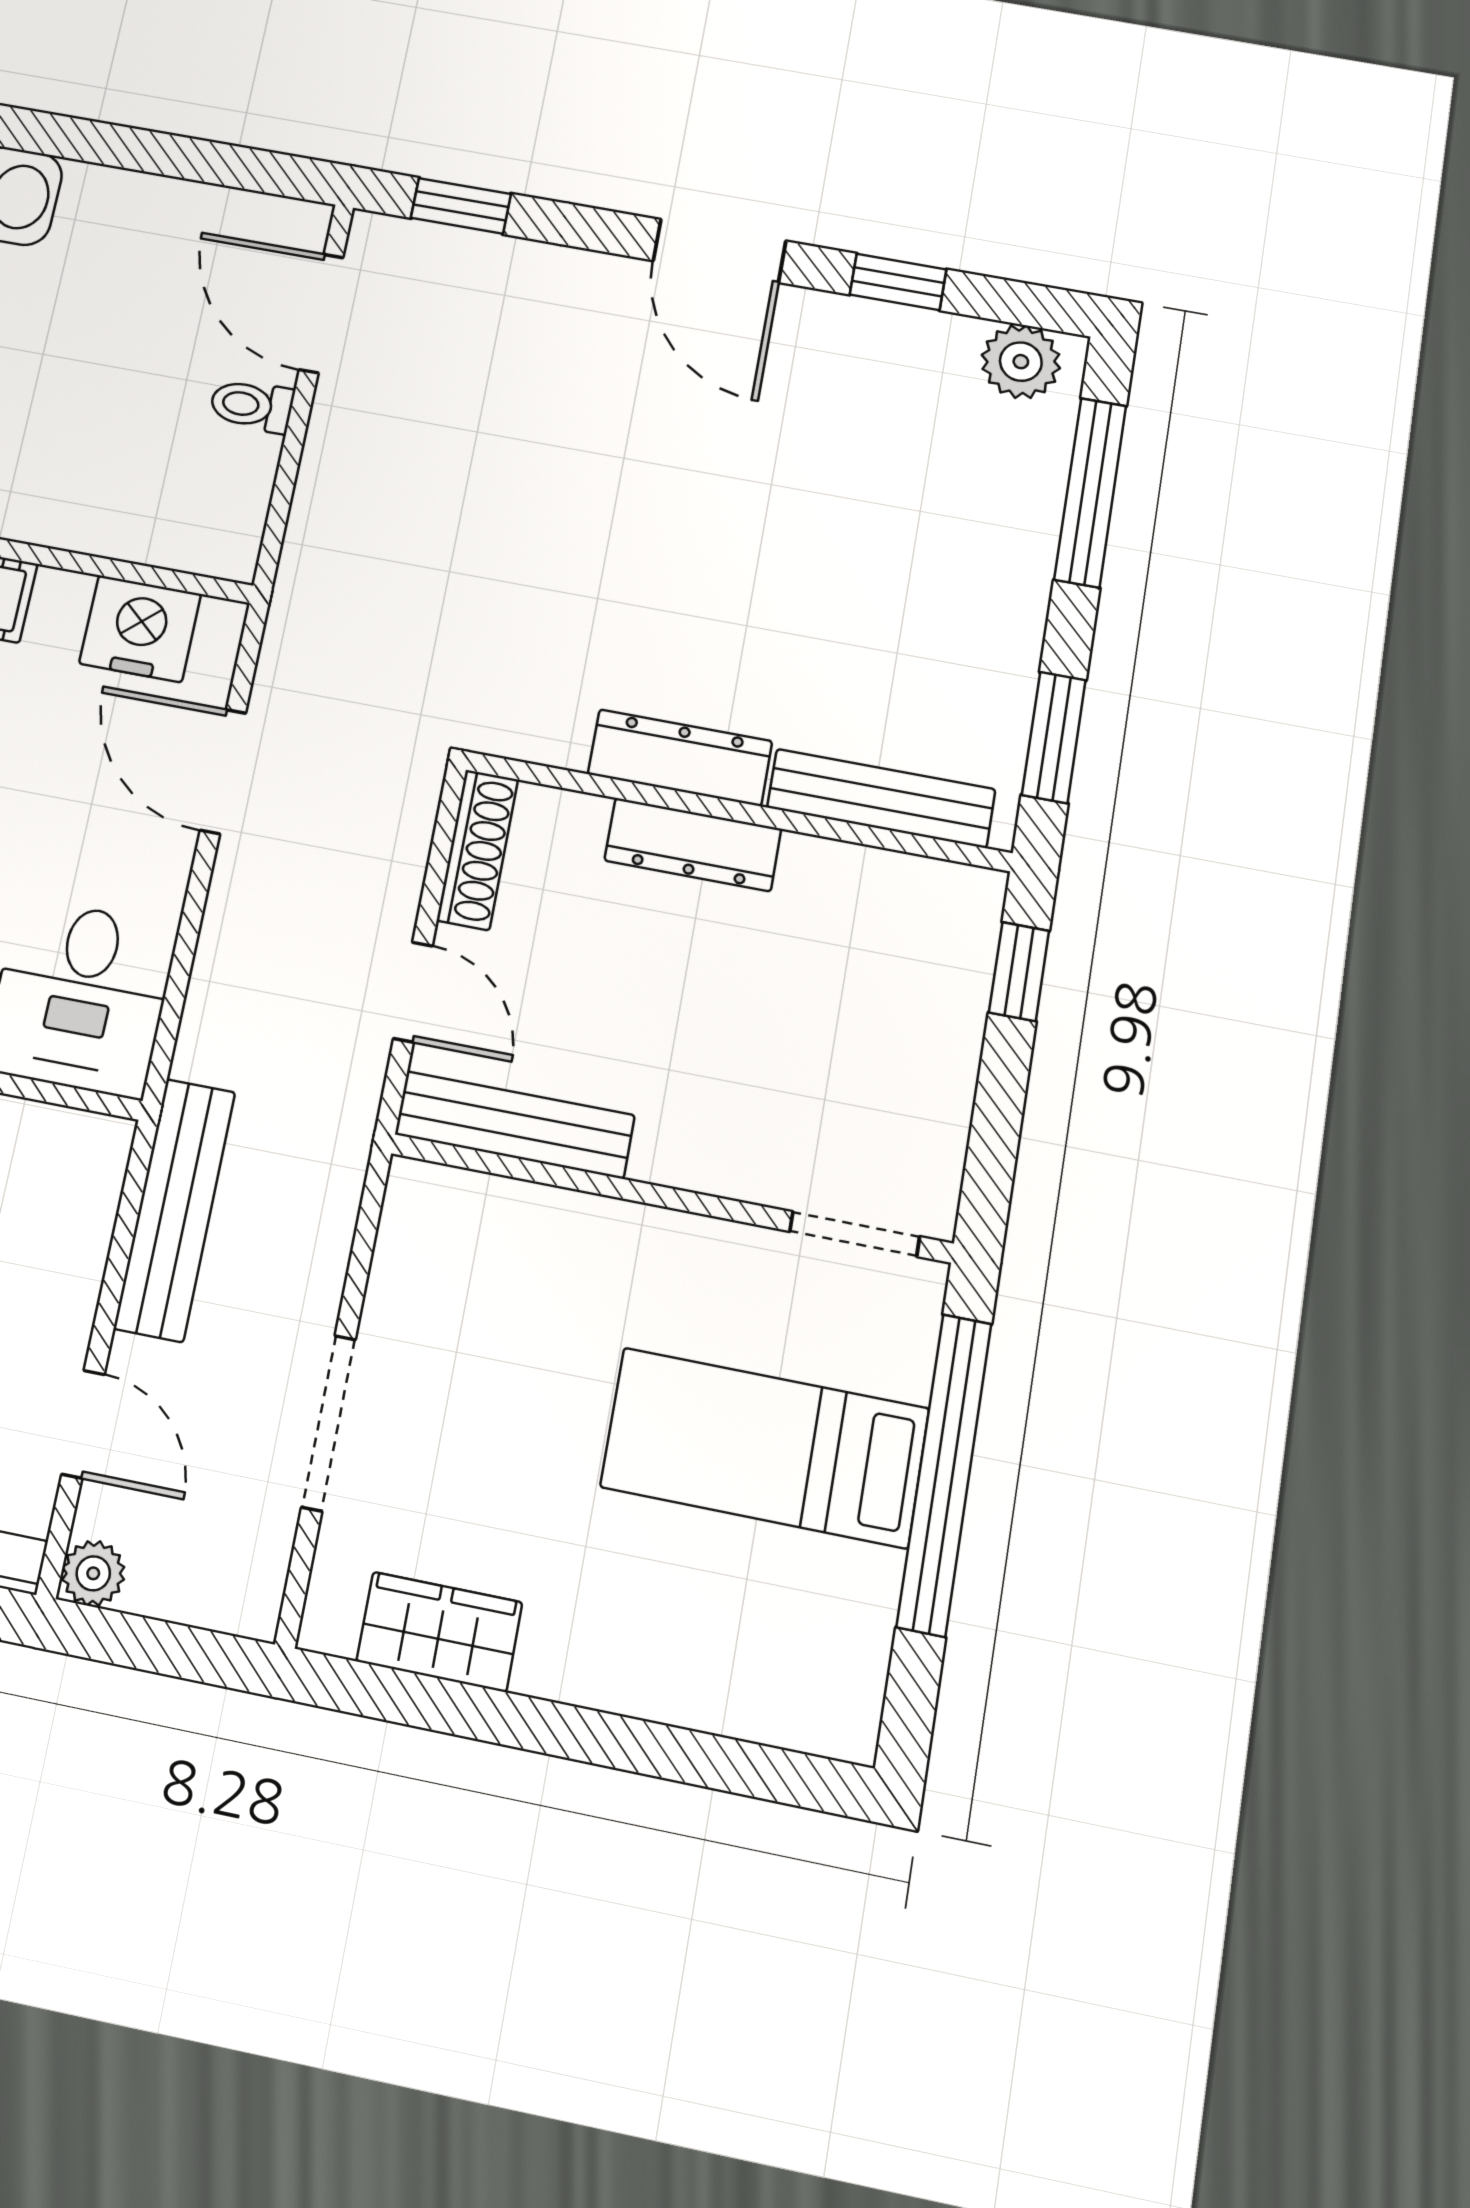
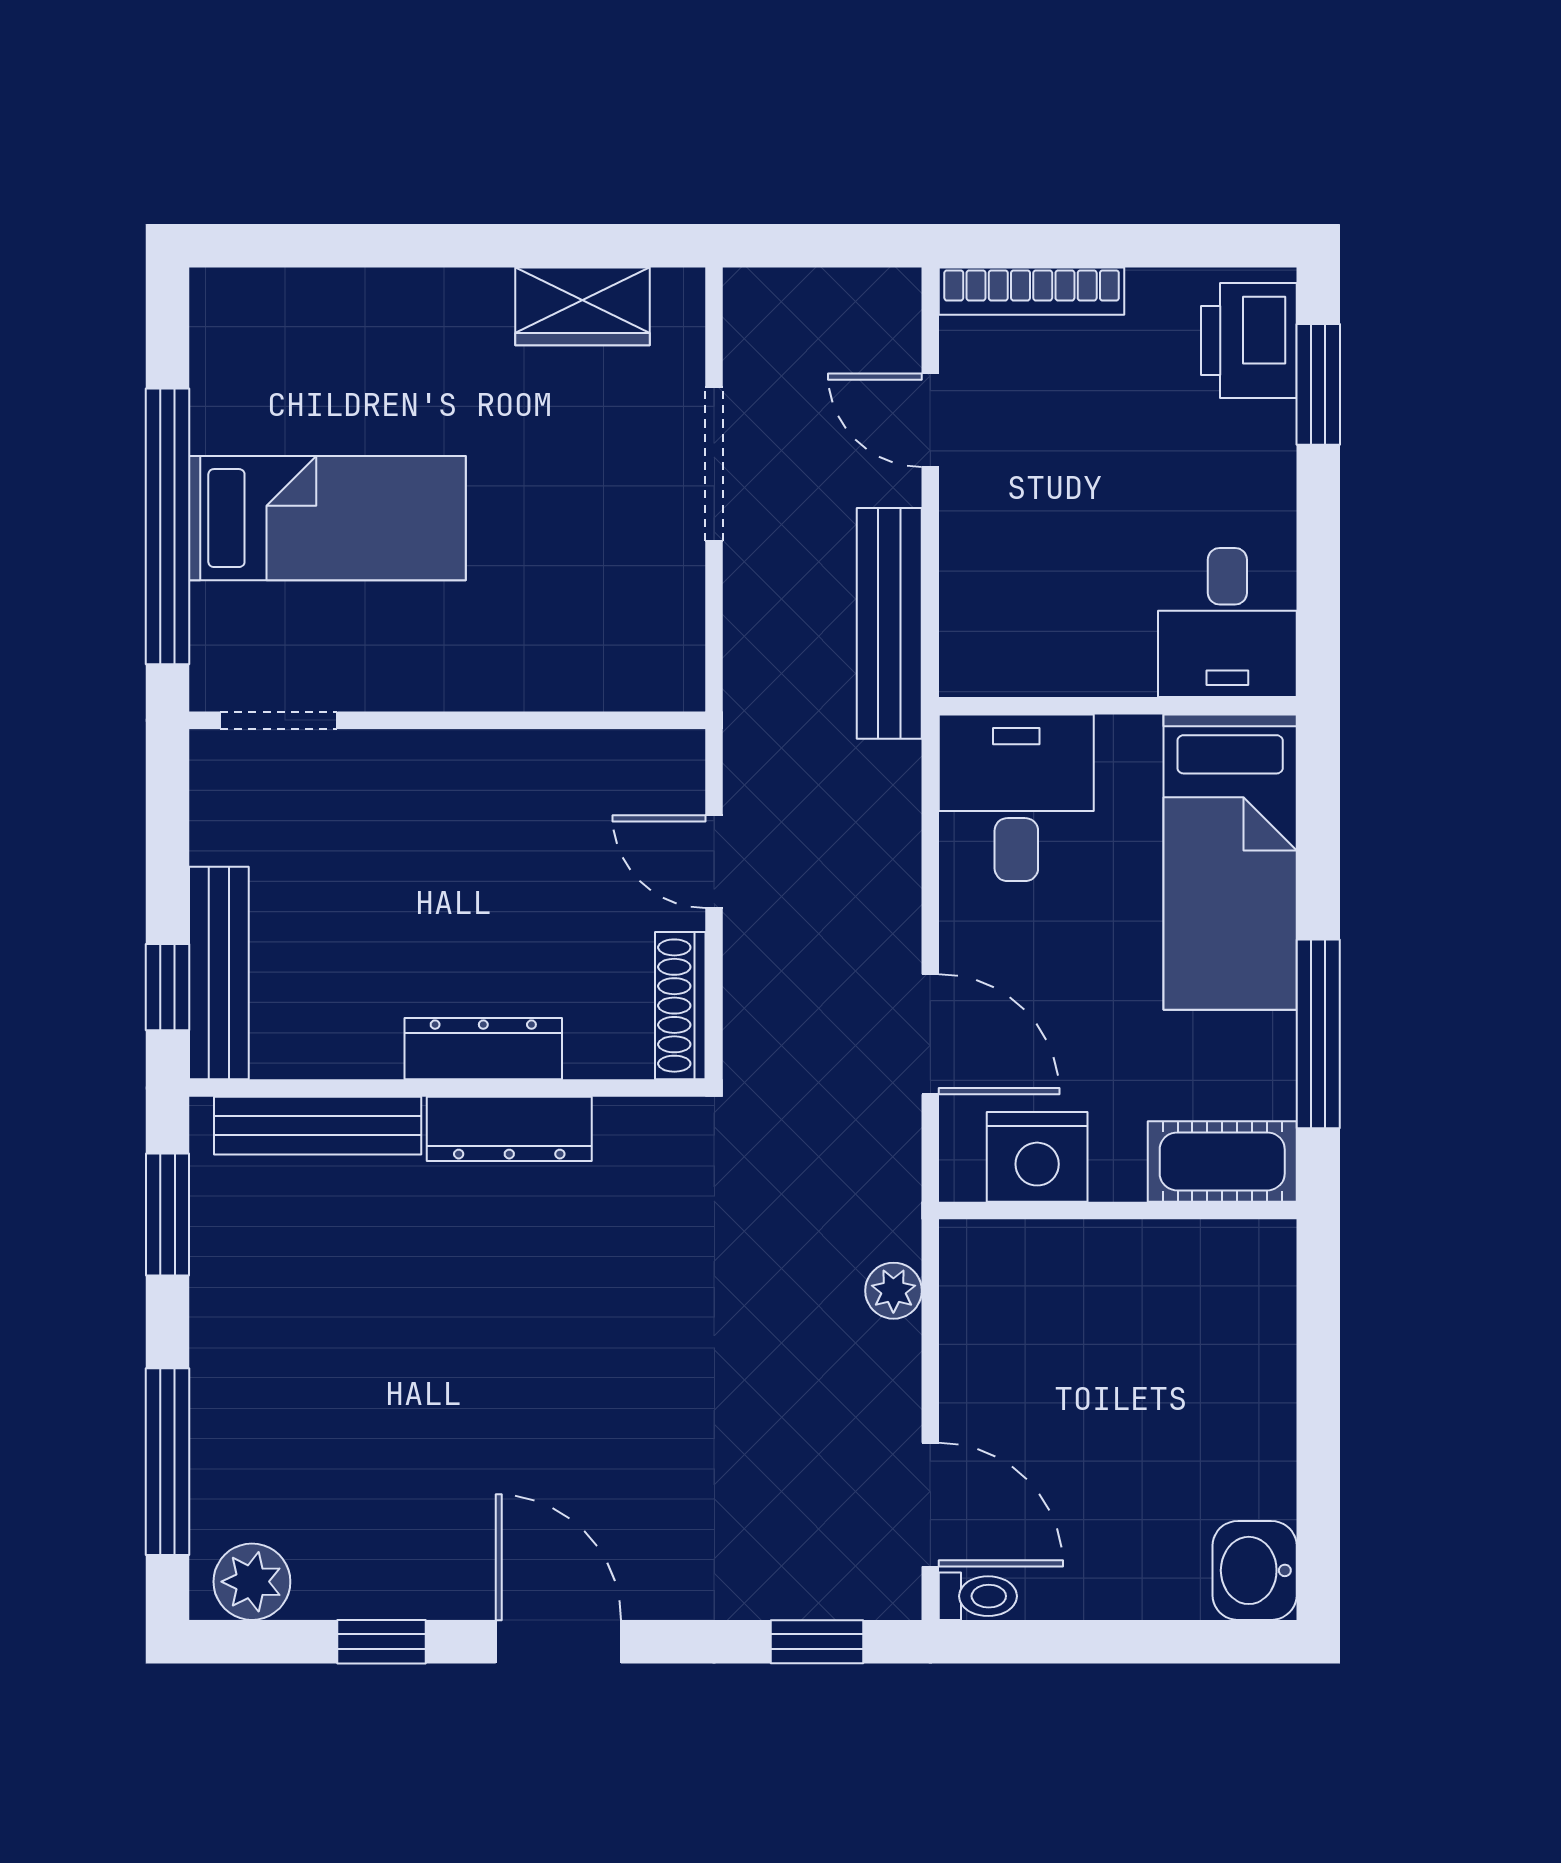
toilet: (252, 406) -> (978, 1596), moved
bench: (515, 1125) -> (219, 973), moved, turned 90
plant: (93, 1573) -> (893, 1291), moved

